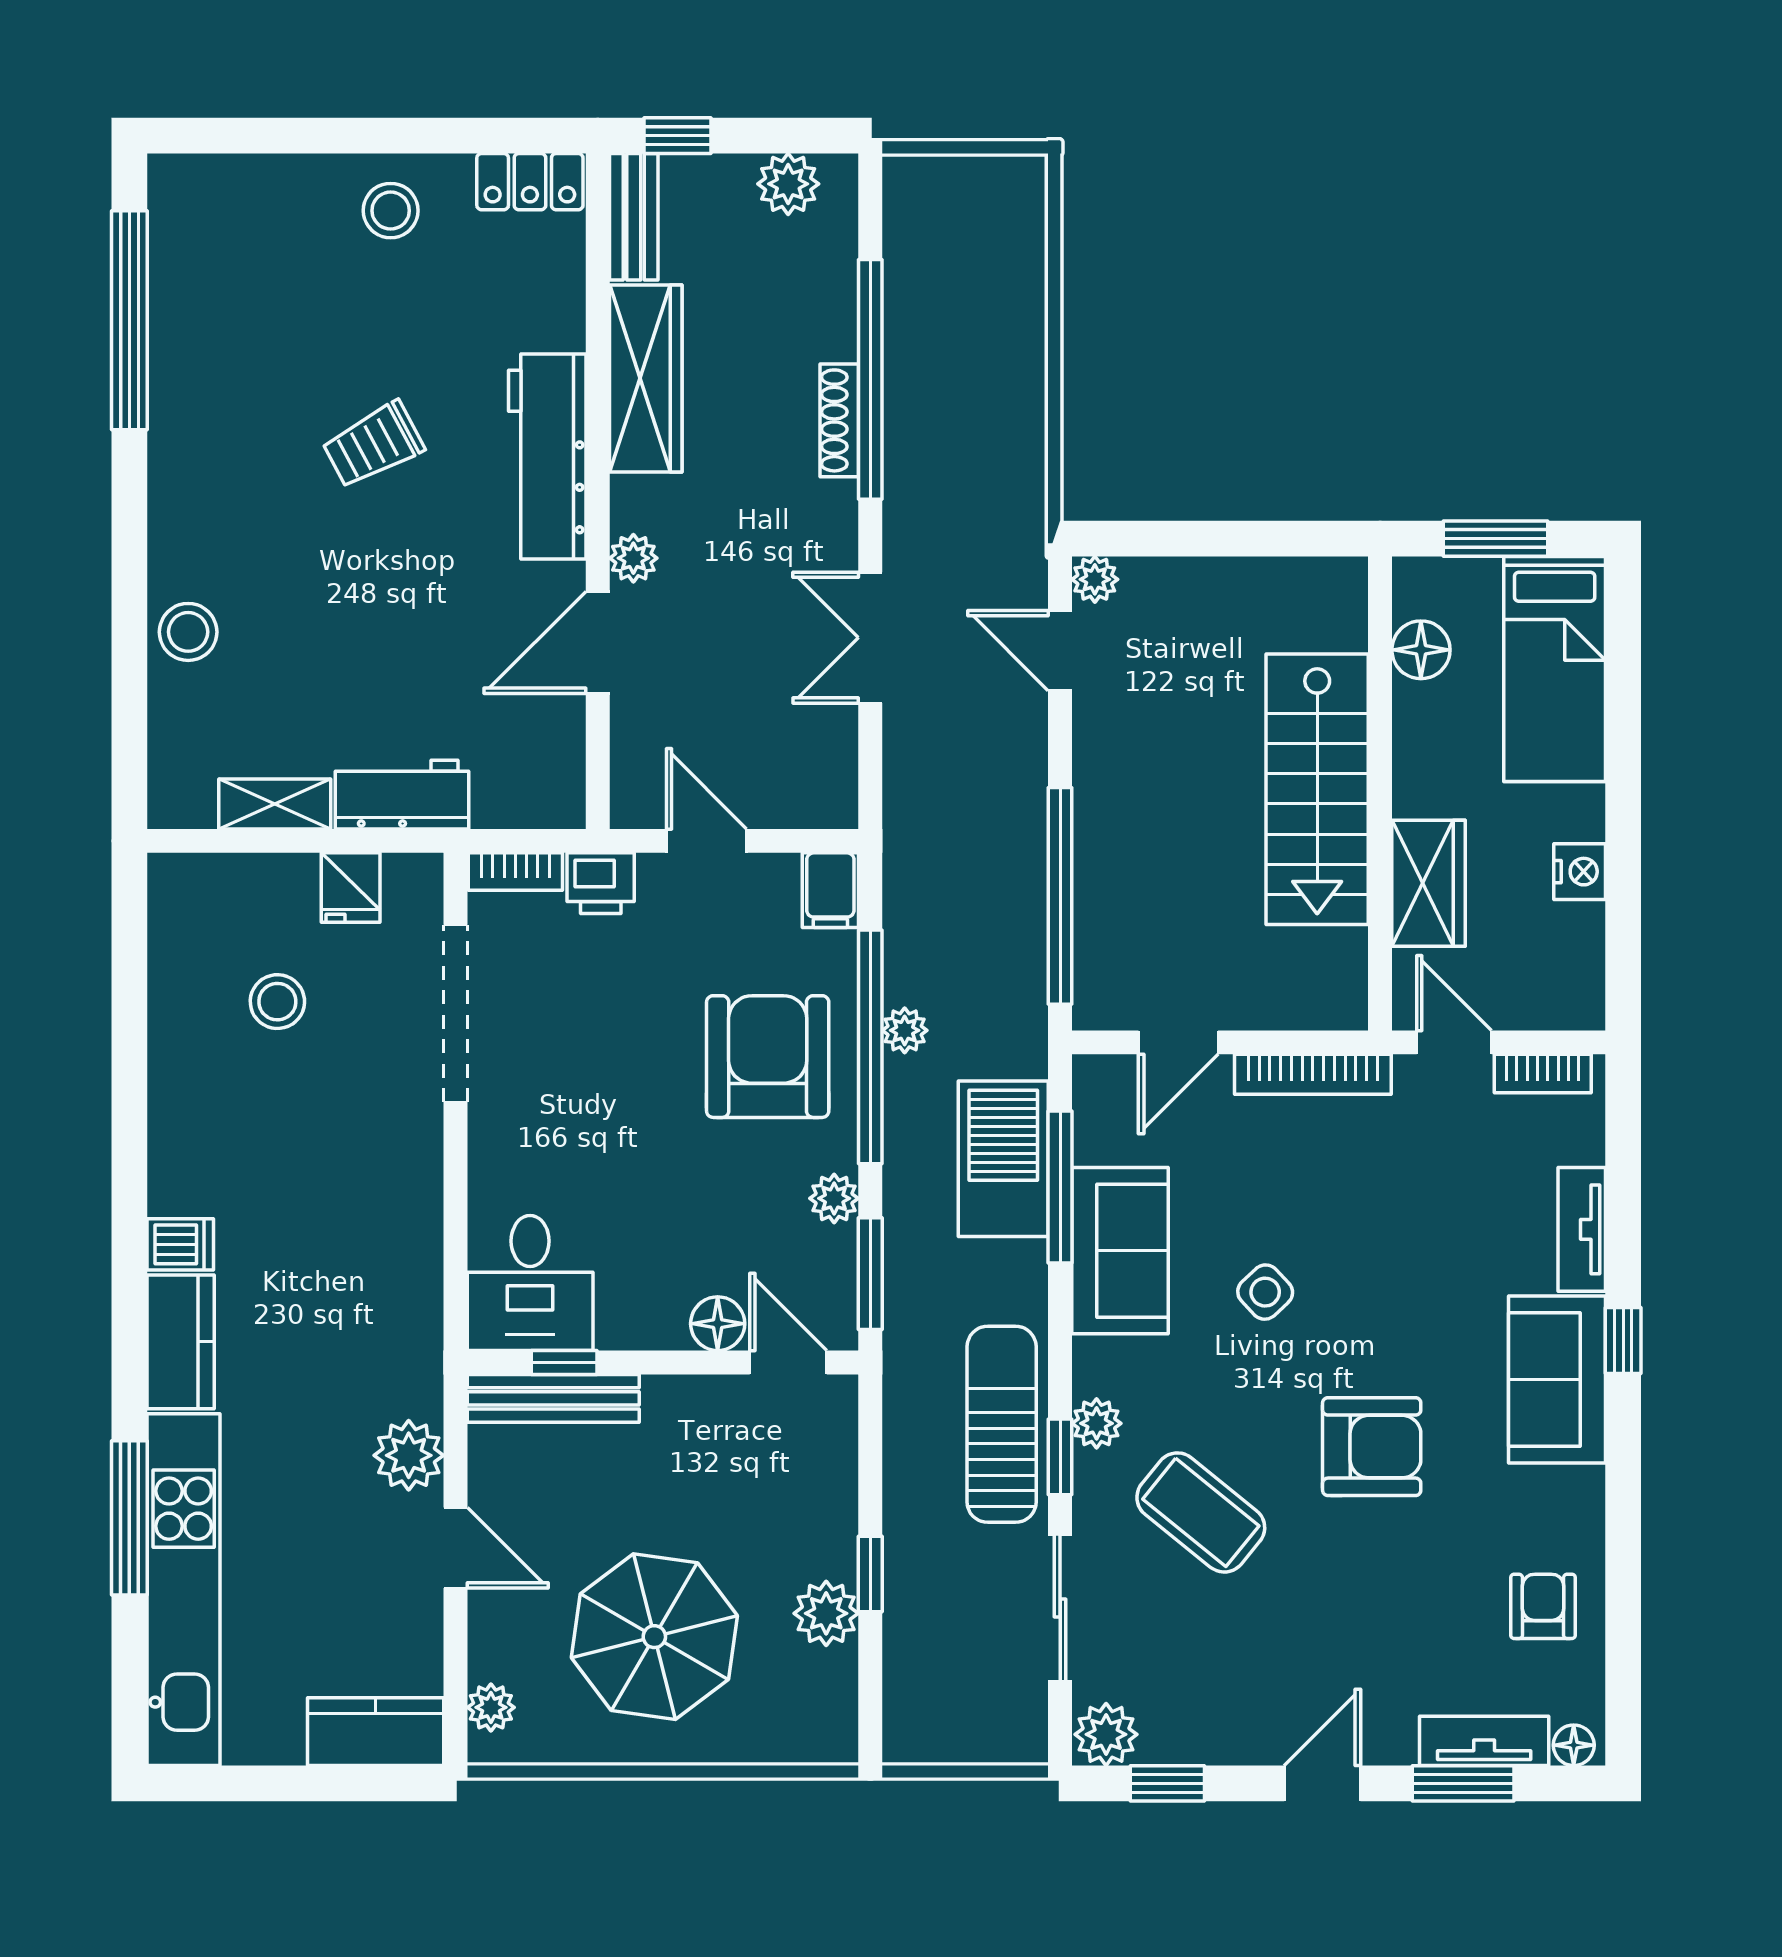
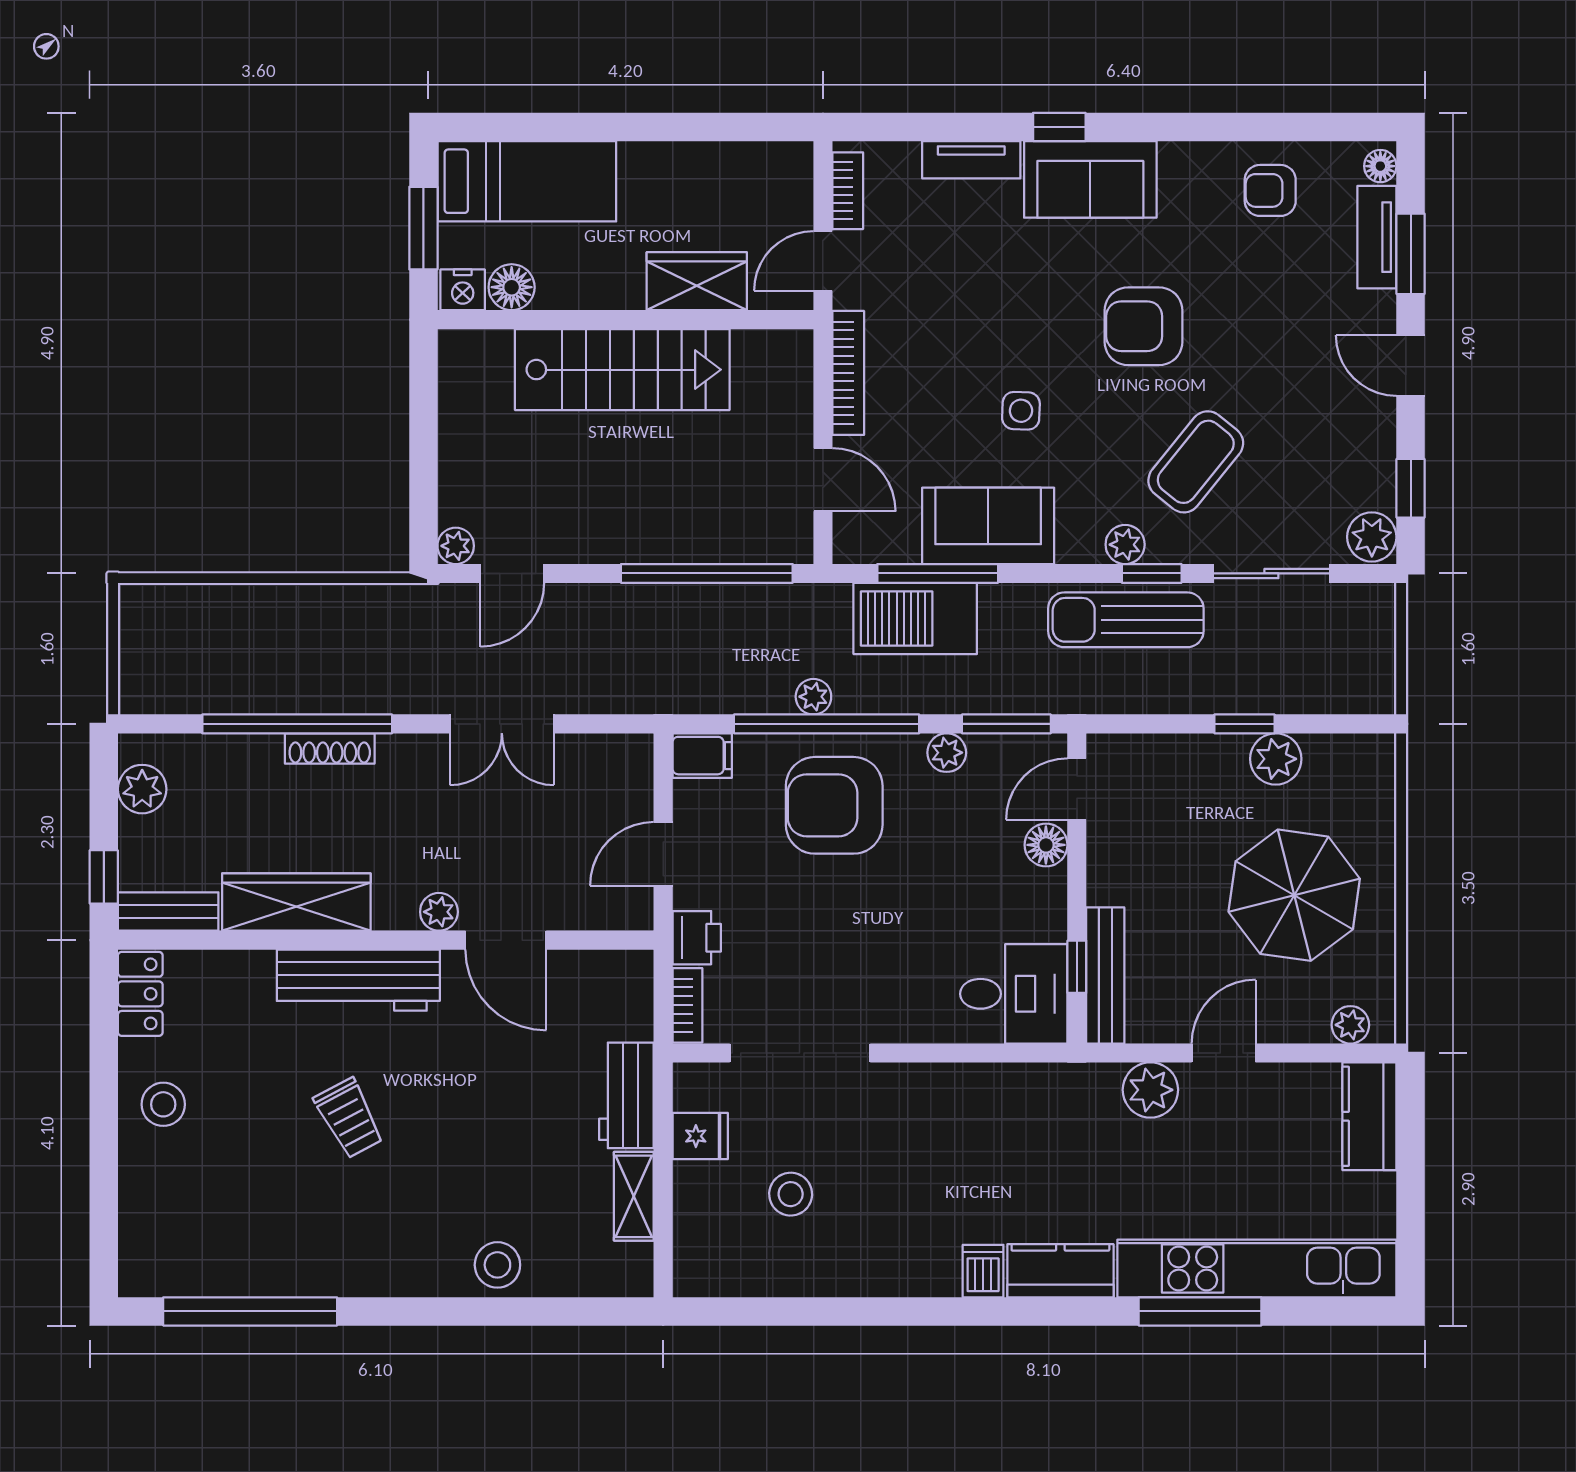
nightstand: (1580, 872) -> (463, 290), moved, turned 180
side table: (1265, 1292) -> (1021, 411), turned 45
armchair: (1372, 1447) -> (1144, 326), turned -90

